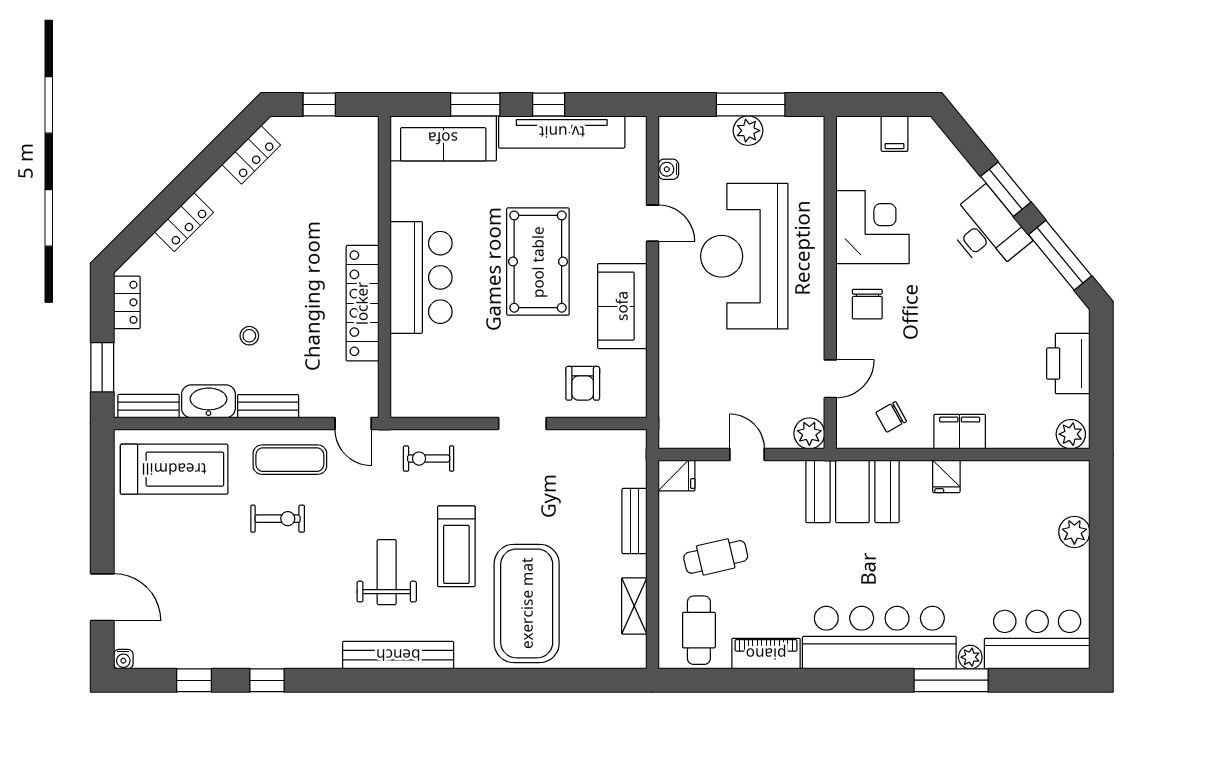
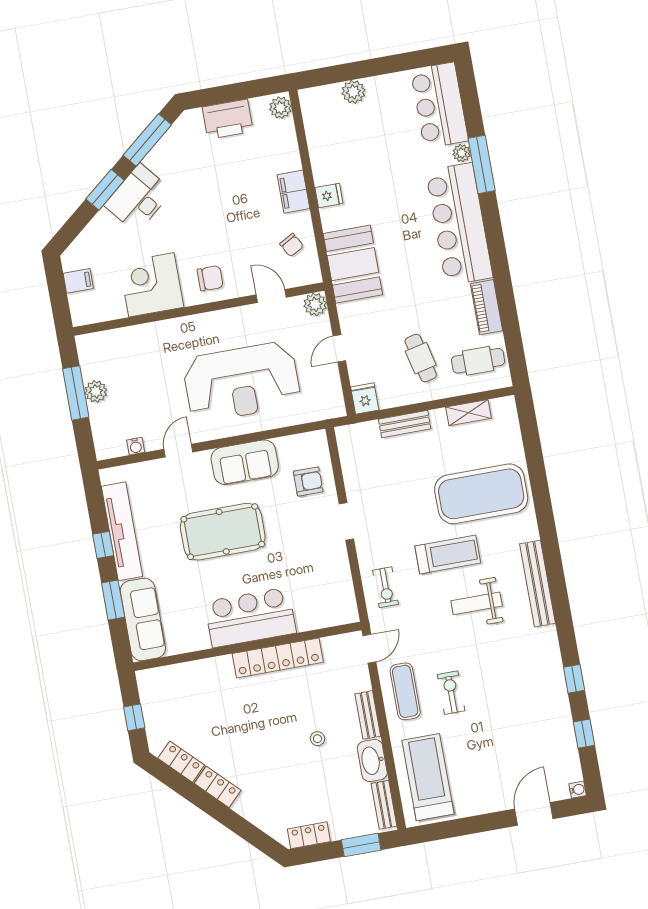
locker: (184, 222) -> (217, 787), moved
reception desk: (744, 256) -> (242, 382), moved

